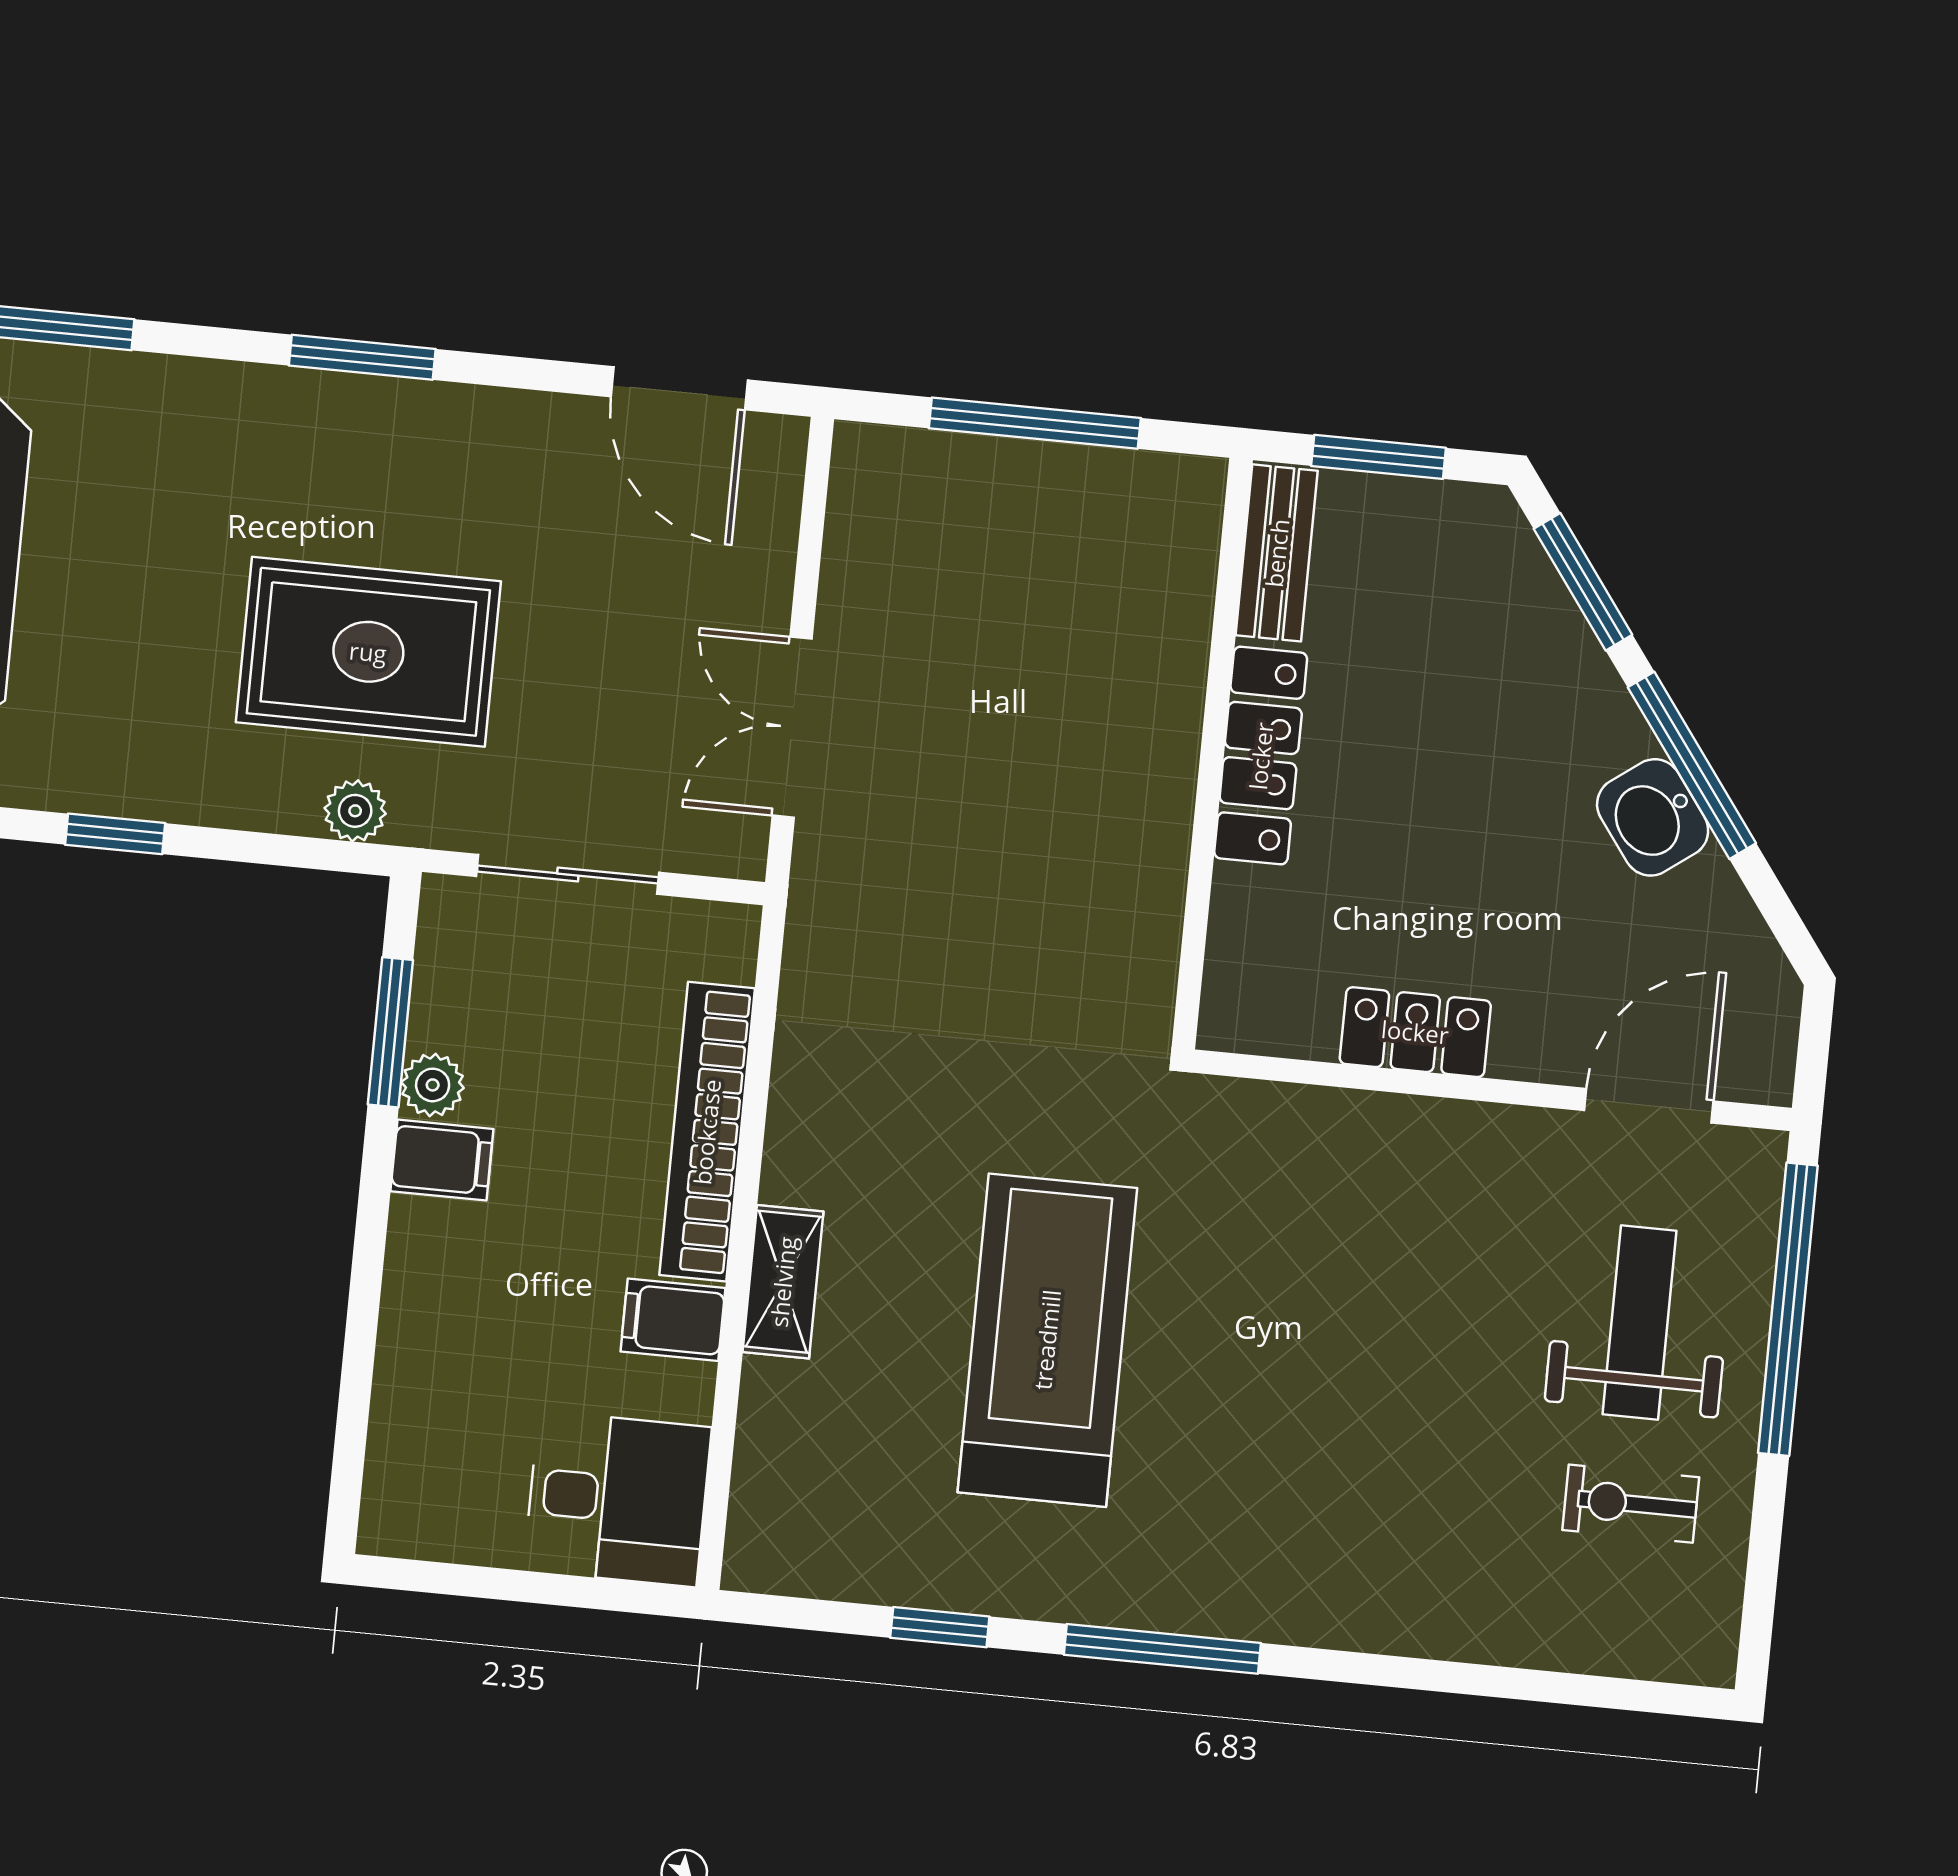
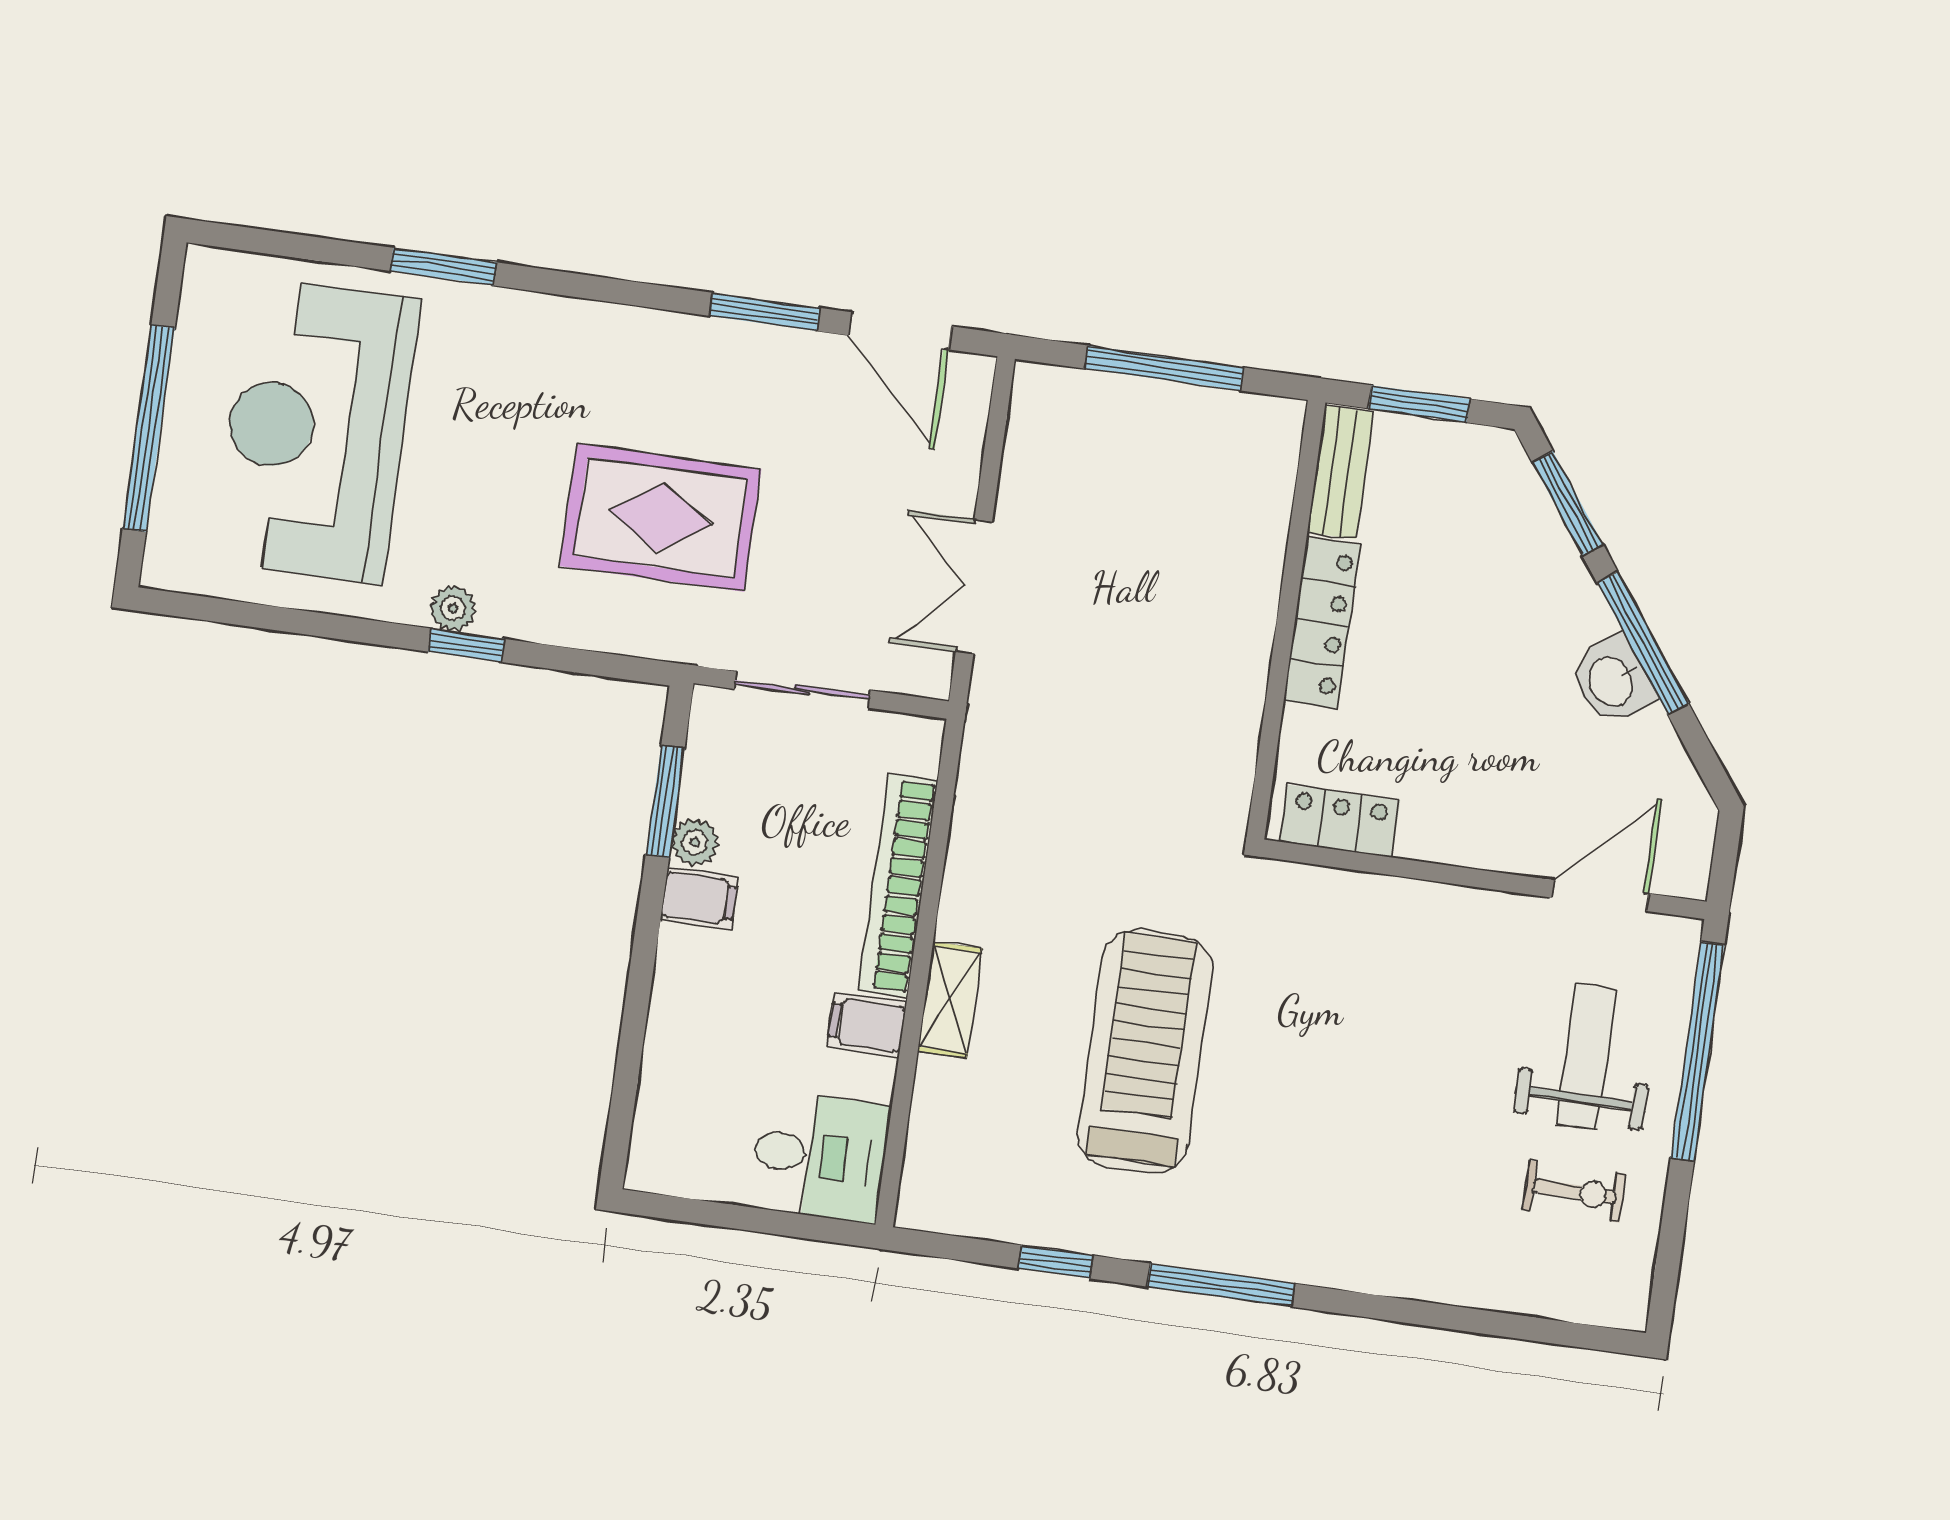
window: (362, 357) -> (765, 312), moved
plant: (355, 811) -> (453, 608), moved
locker: (1415, 1032) -> (1340, 821), moved
exercise bike: (1631, 1504) -> (1574, 1192), turned 180

